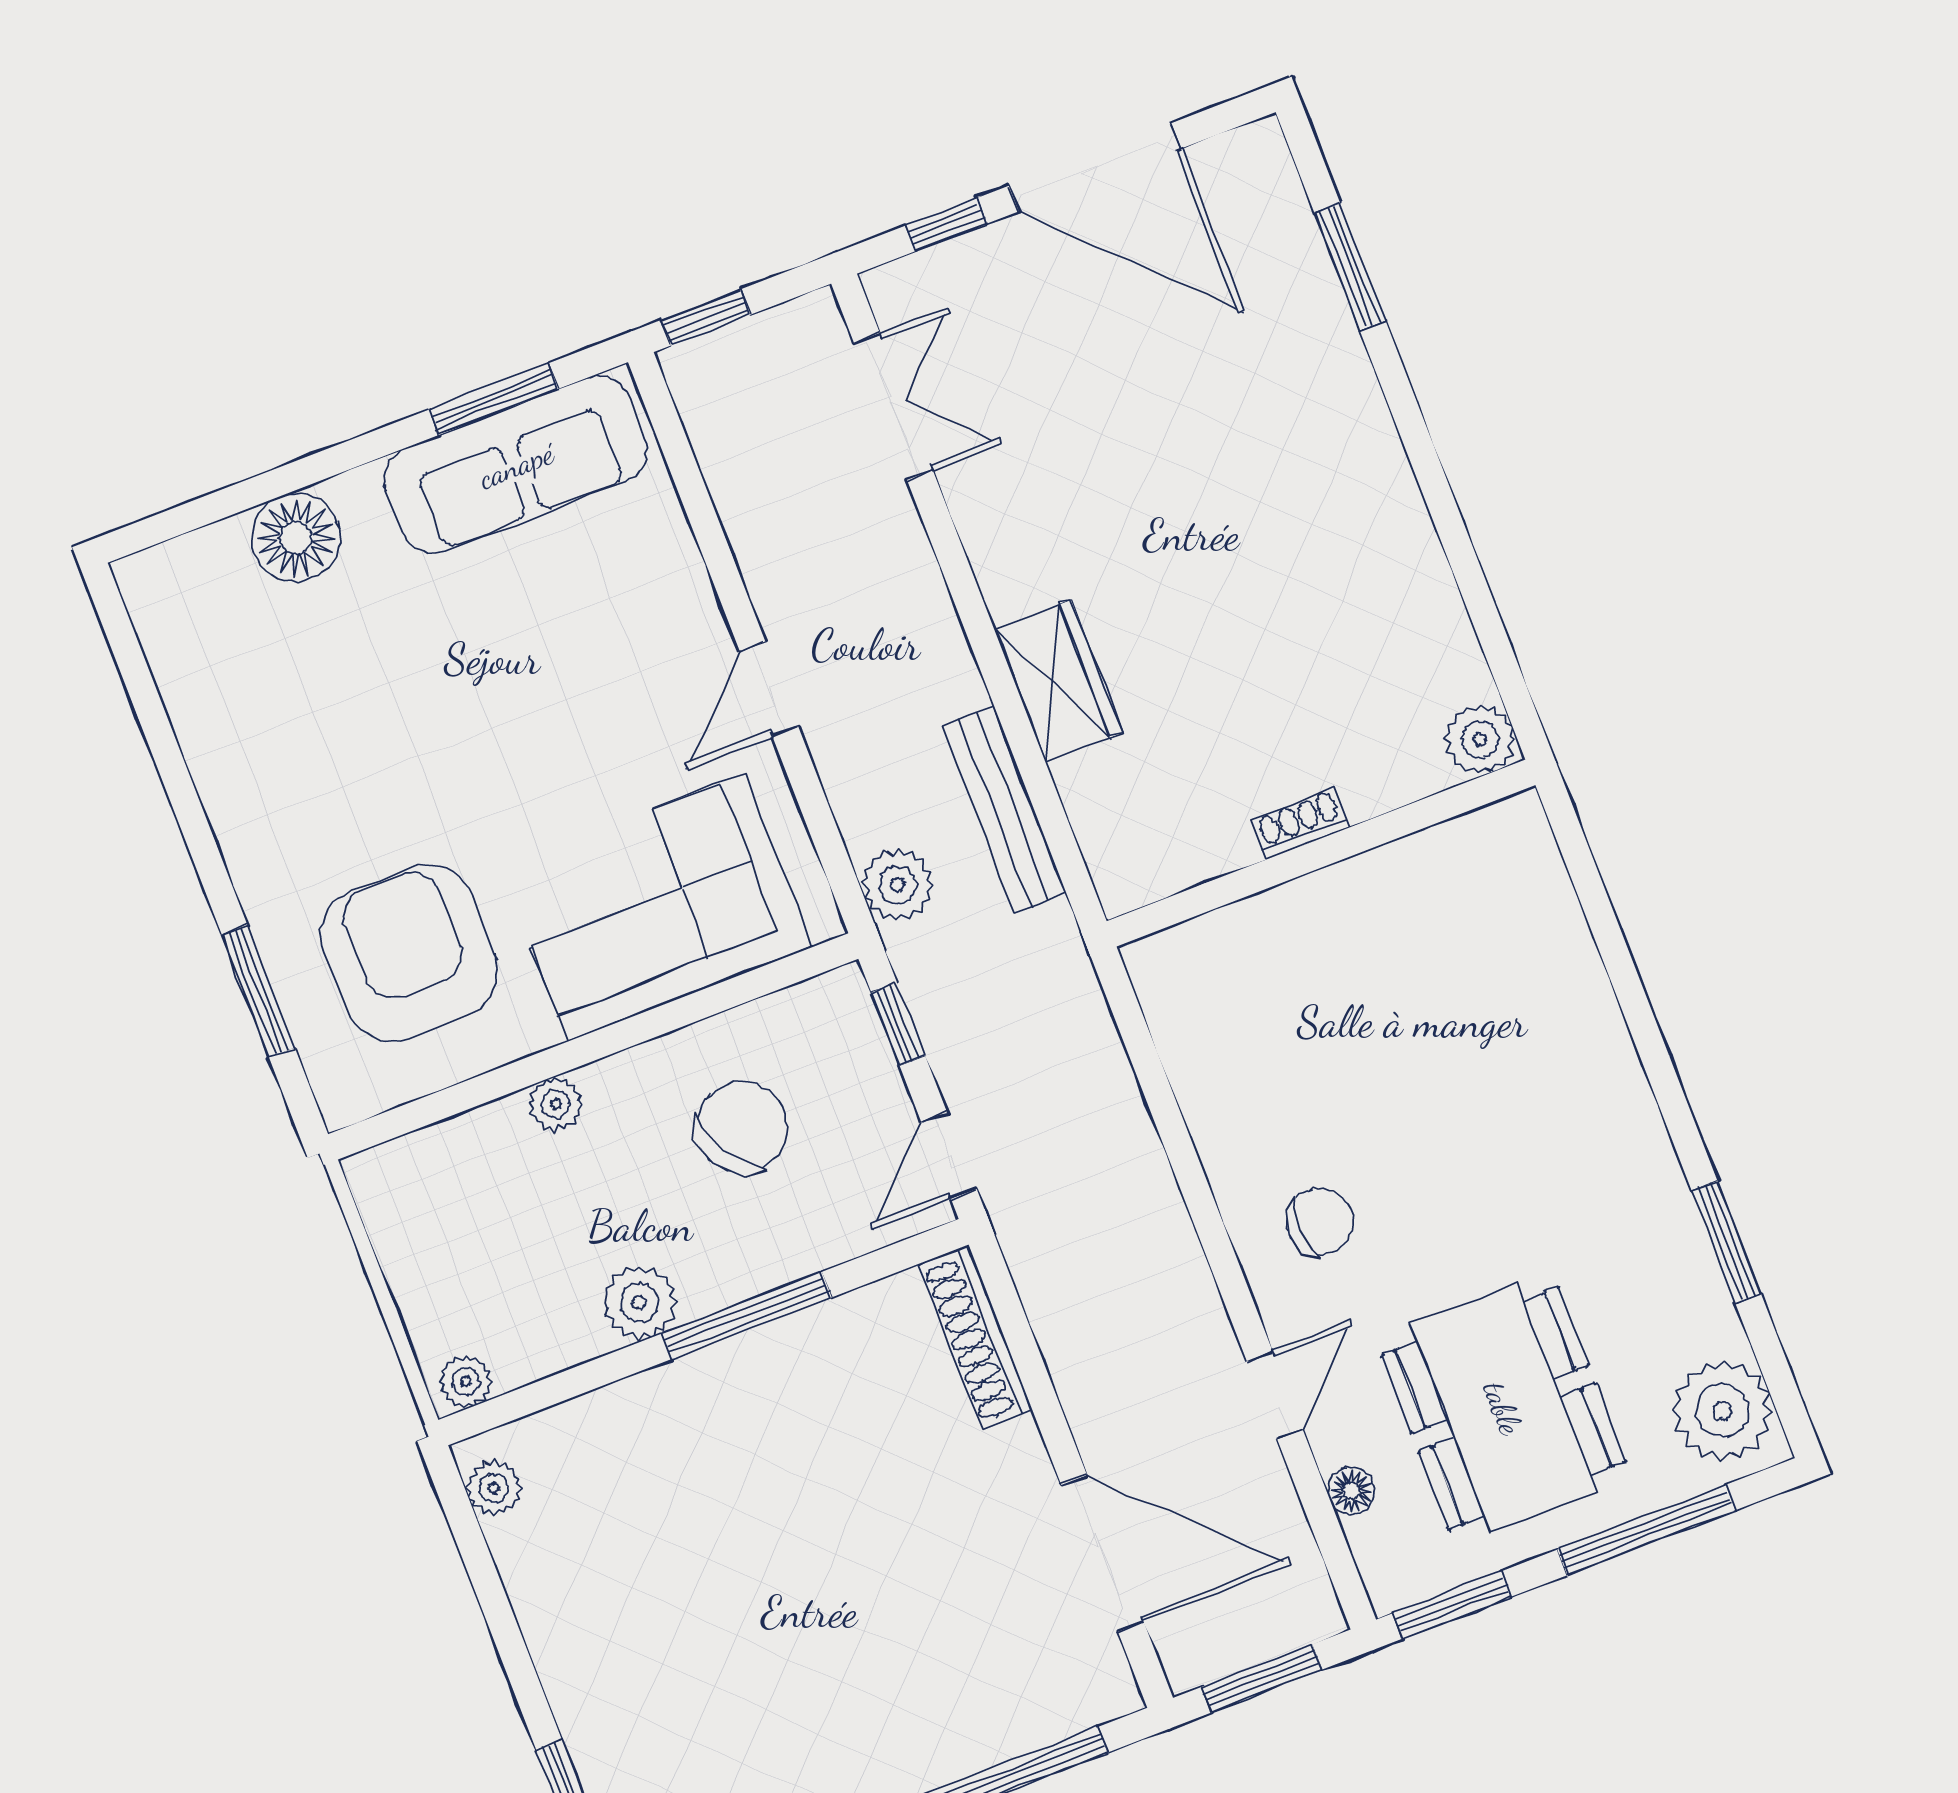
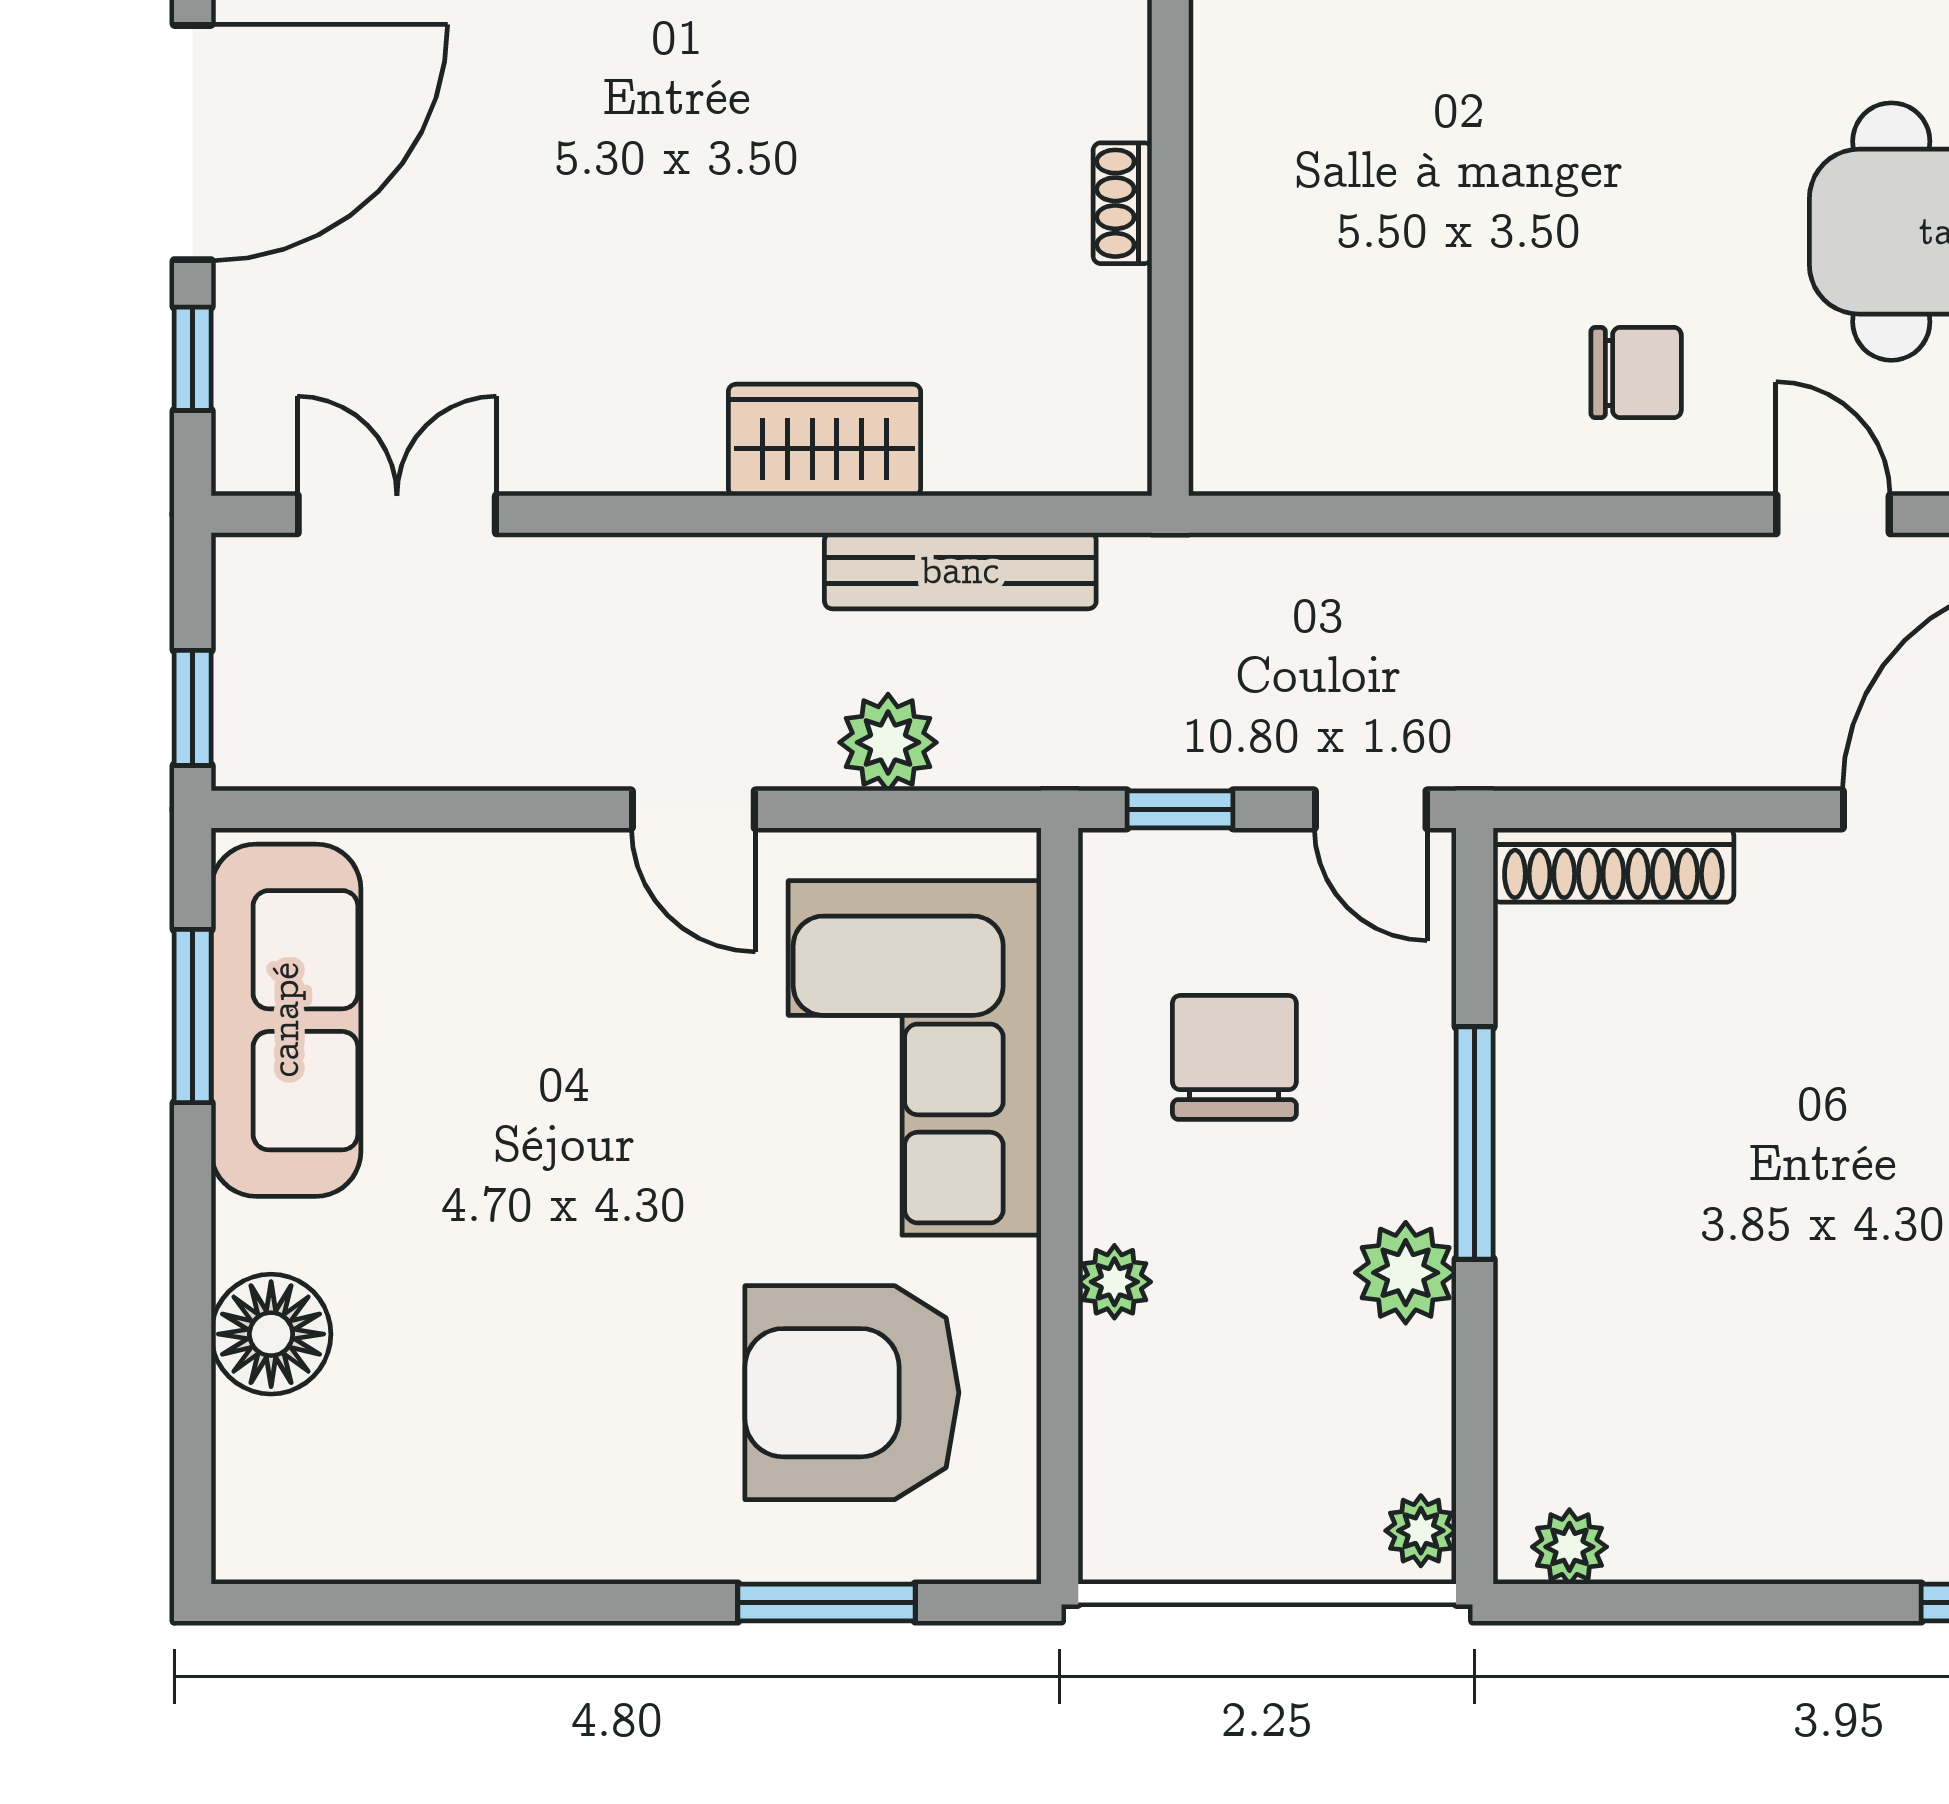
plant: (897, 885) -> (888, 742), moved
chair: (742, 1127) -> (1234, 1057), turned 32
chair: (1320, 1222) -> (1636, 373), turned 90

